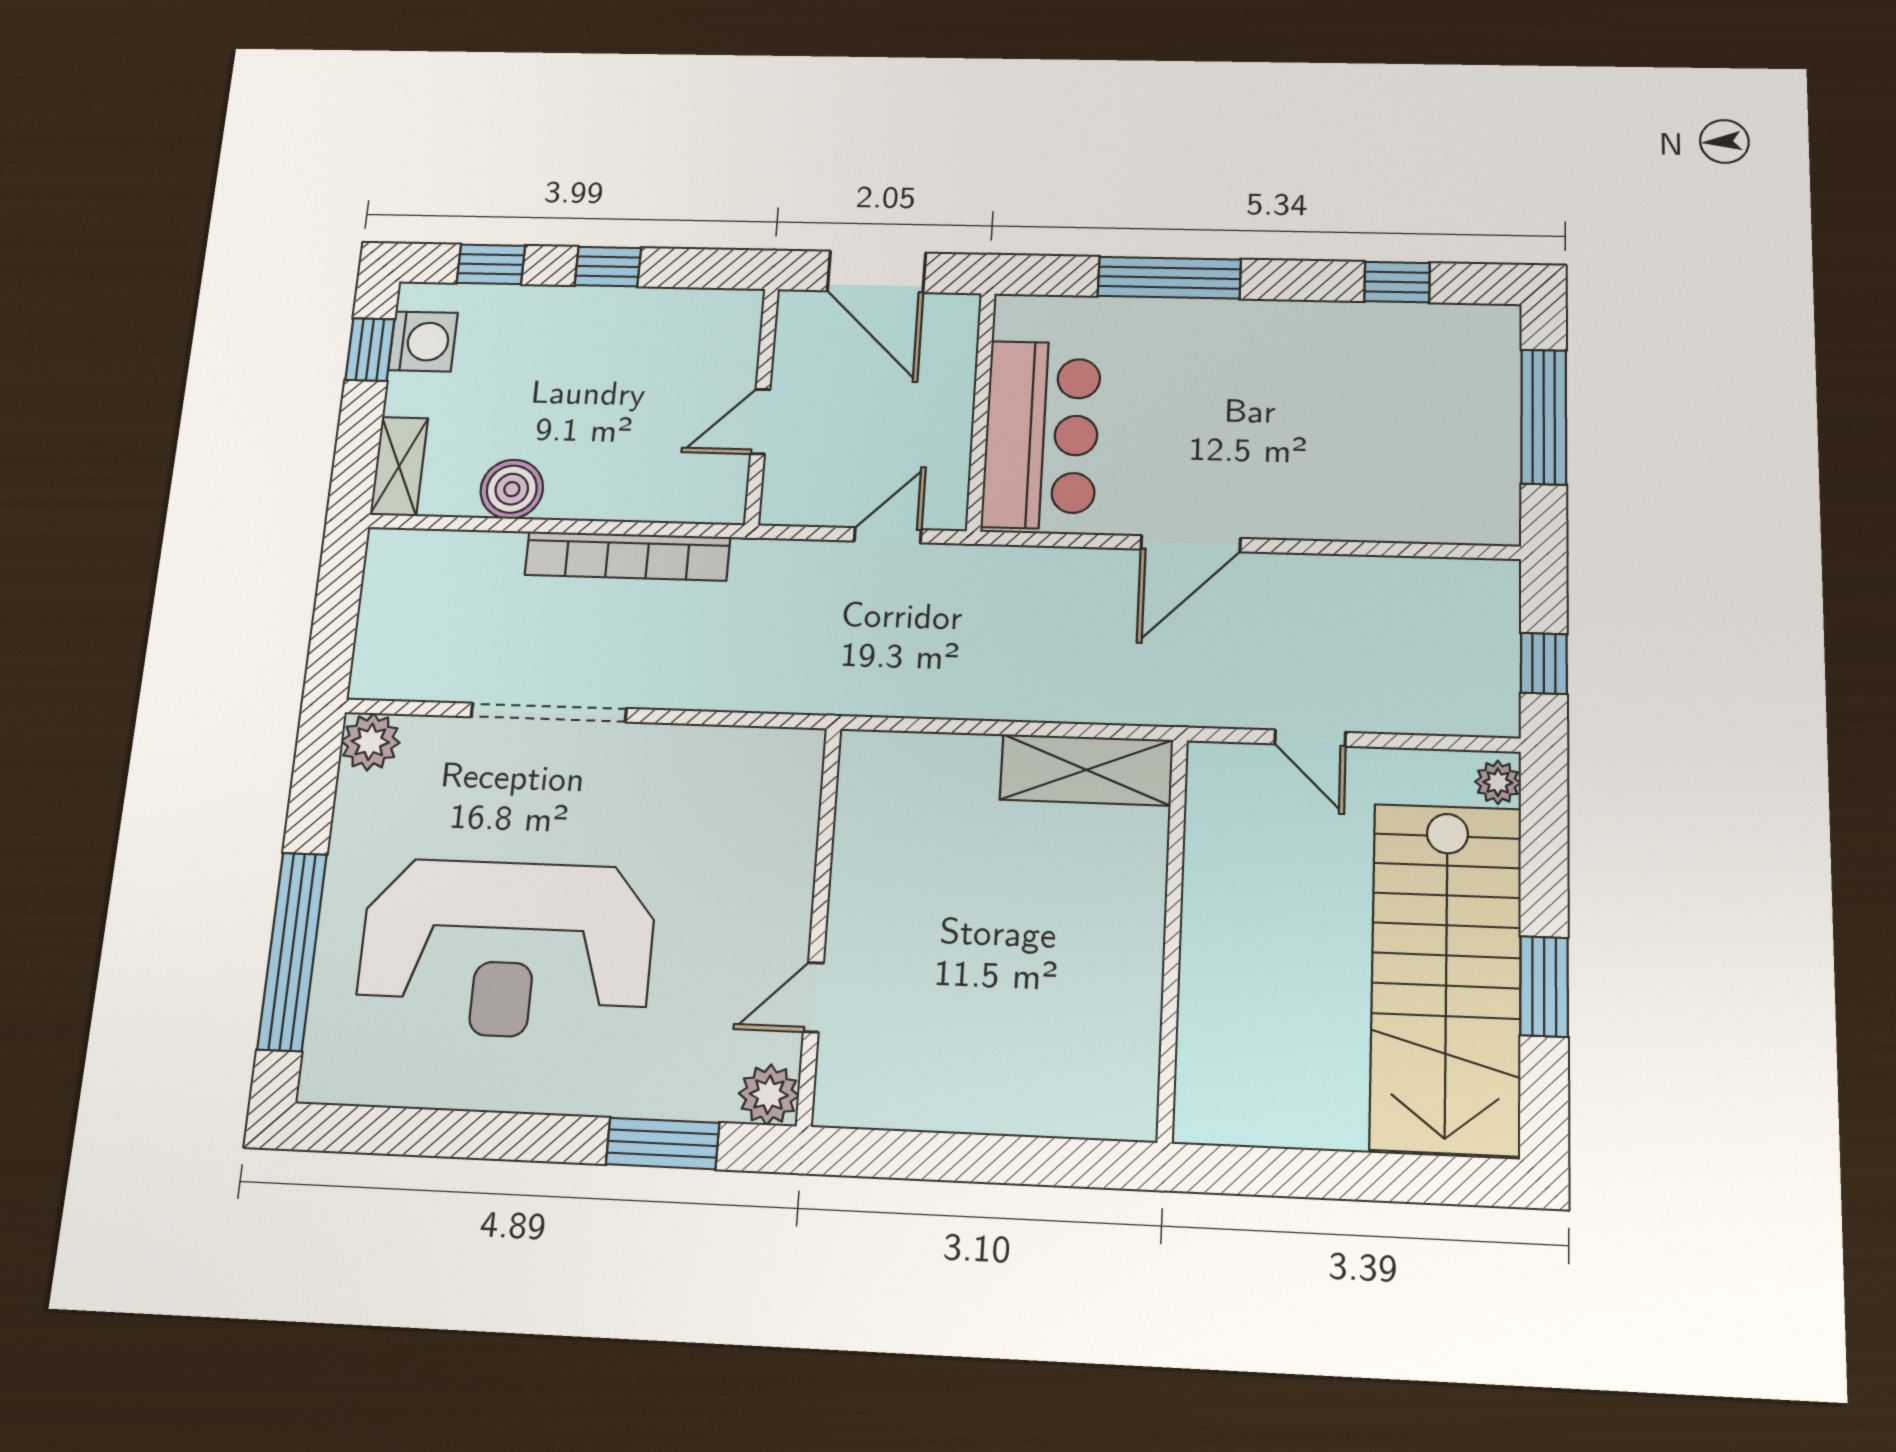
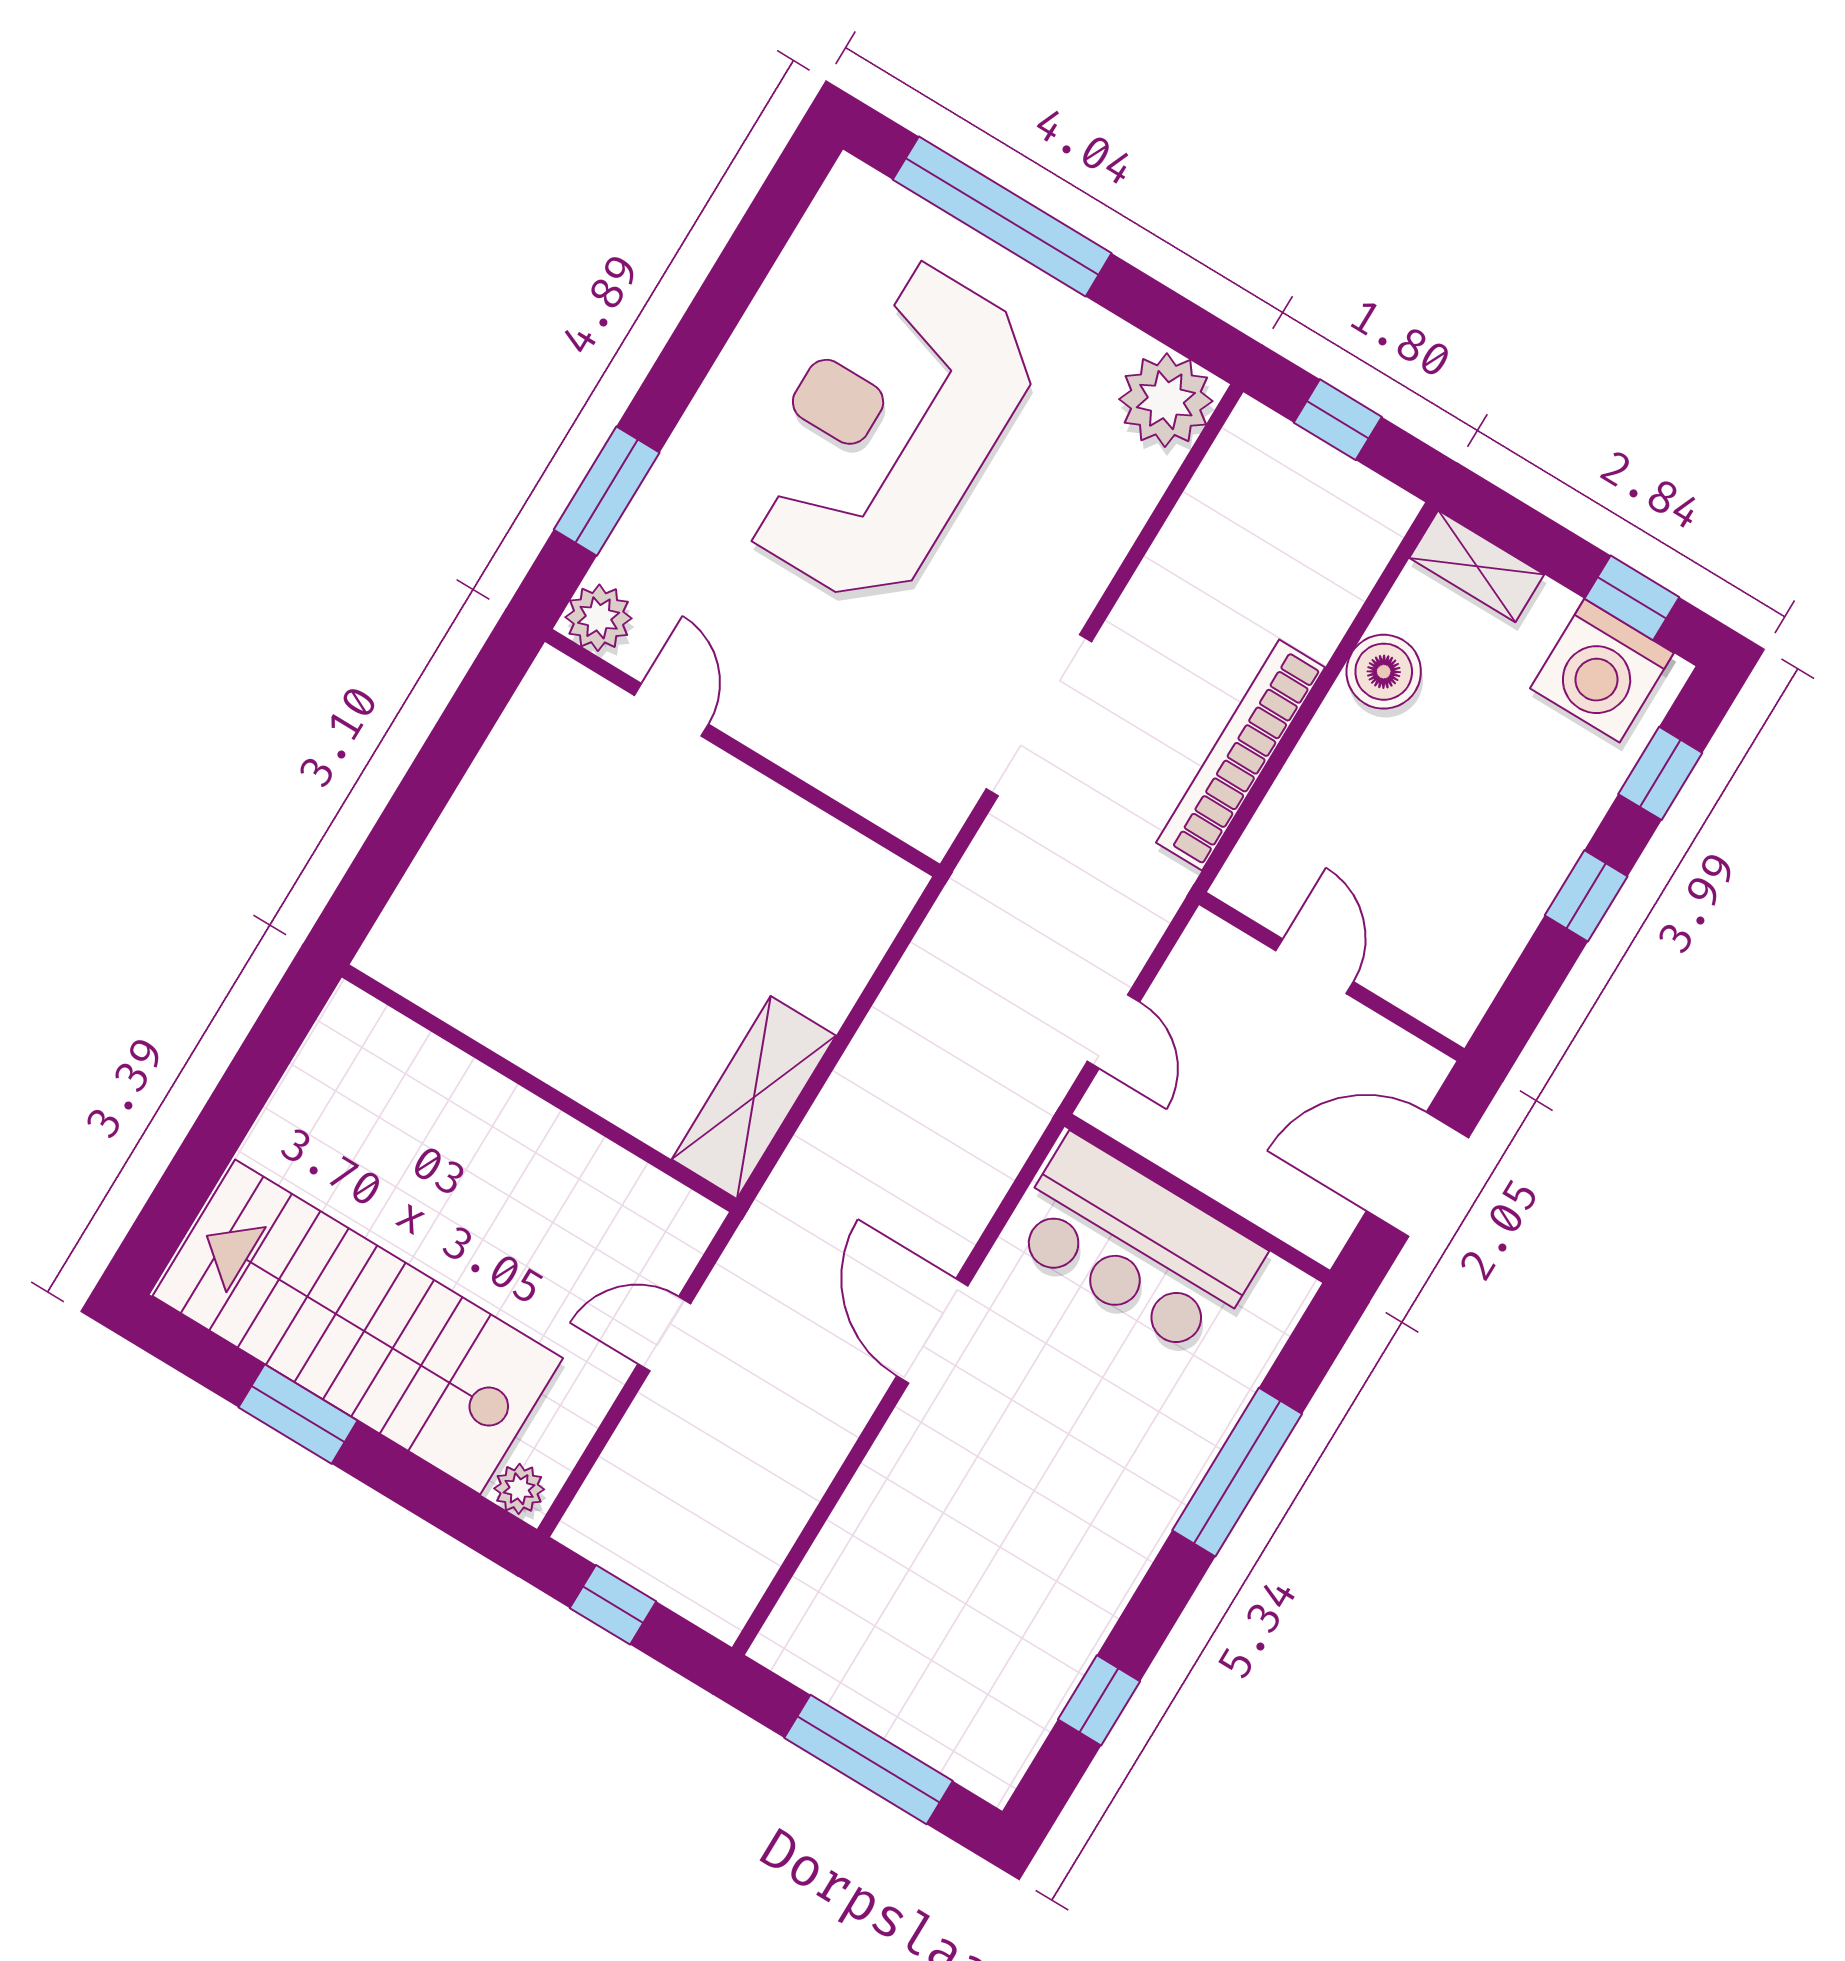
washing machine: (423, 341) -> (1602, 671), width x1.37, depth x1.37
window: (335, 621) -> (1338, 420), added
doorway: (549, 713) -> (1039, 715), moved
plant: (370, 742) -> (1166, 400), width x1.36, depth x1.36

